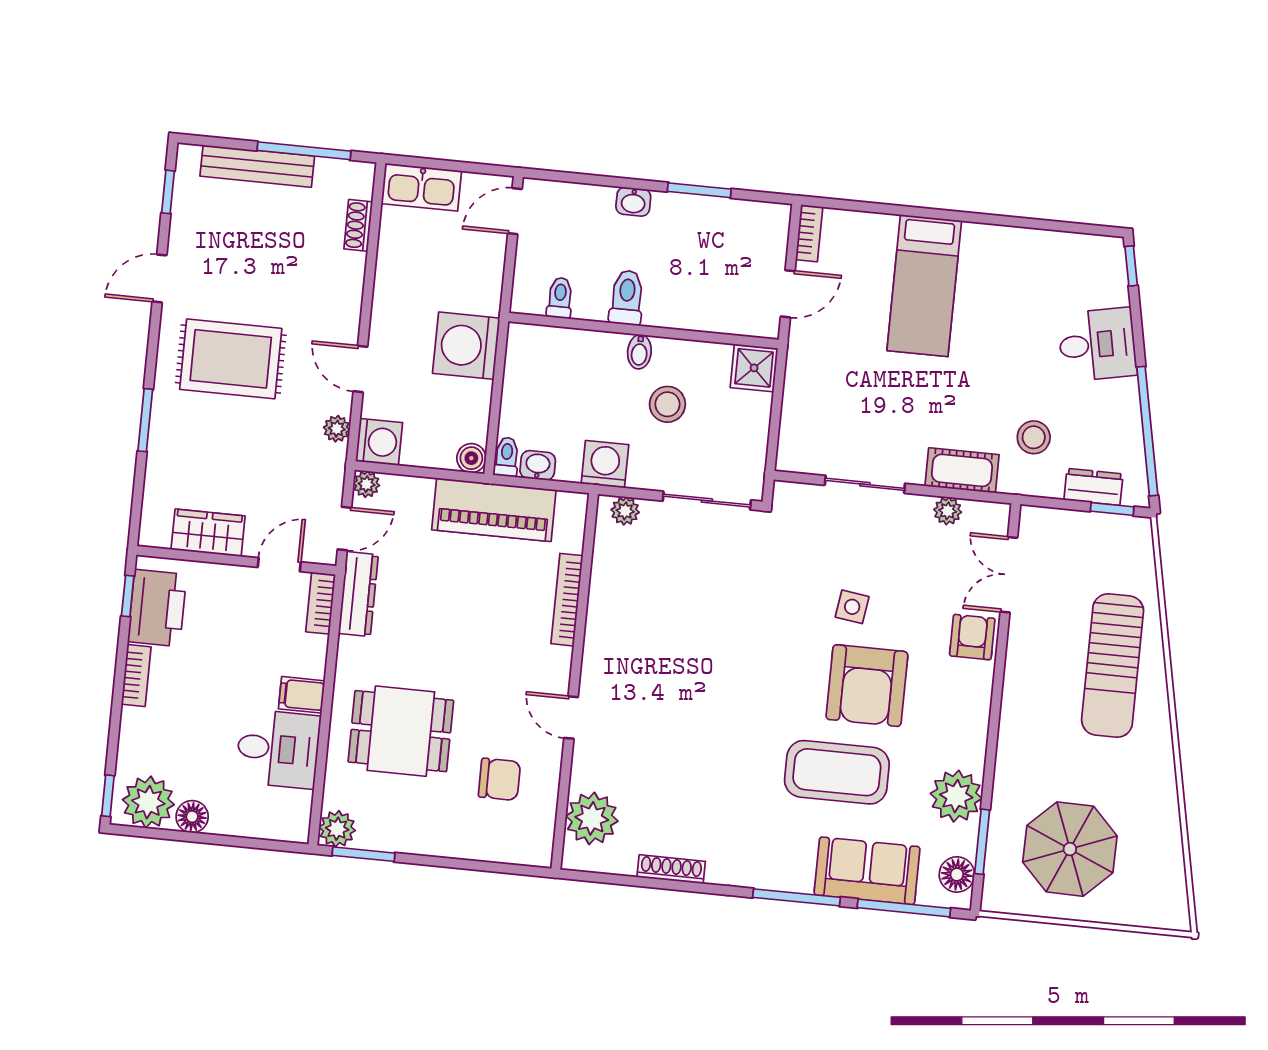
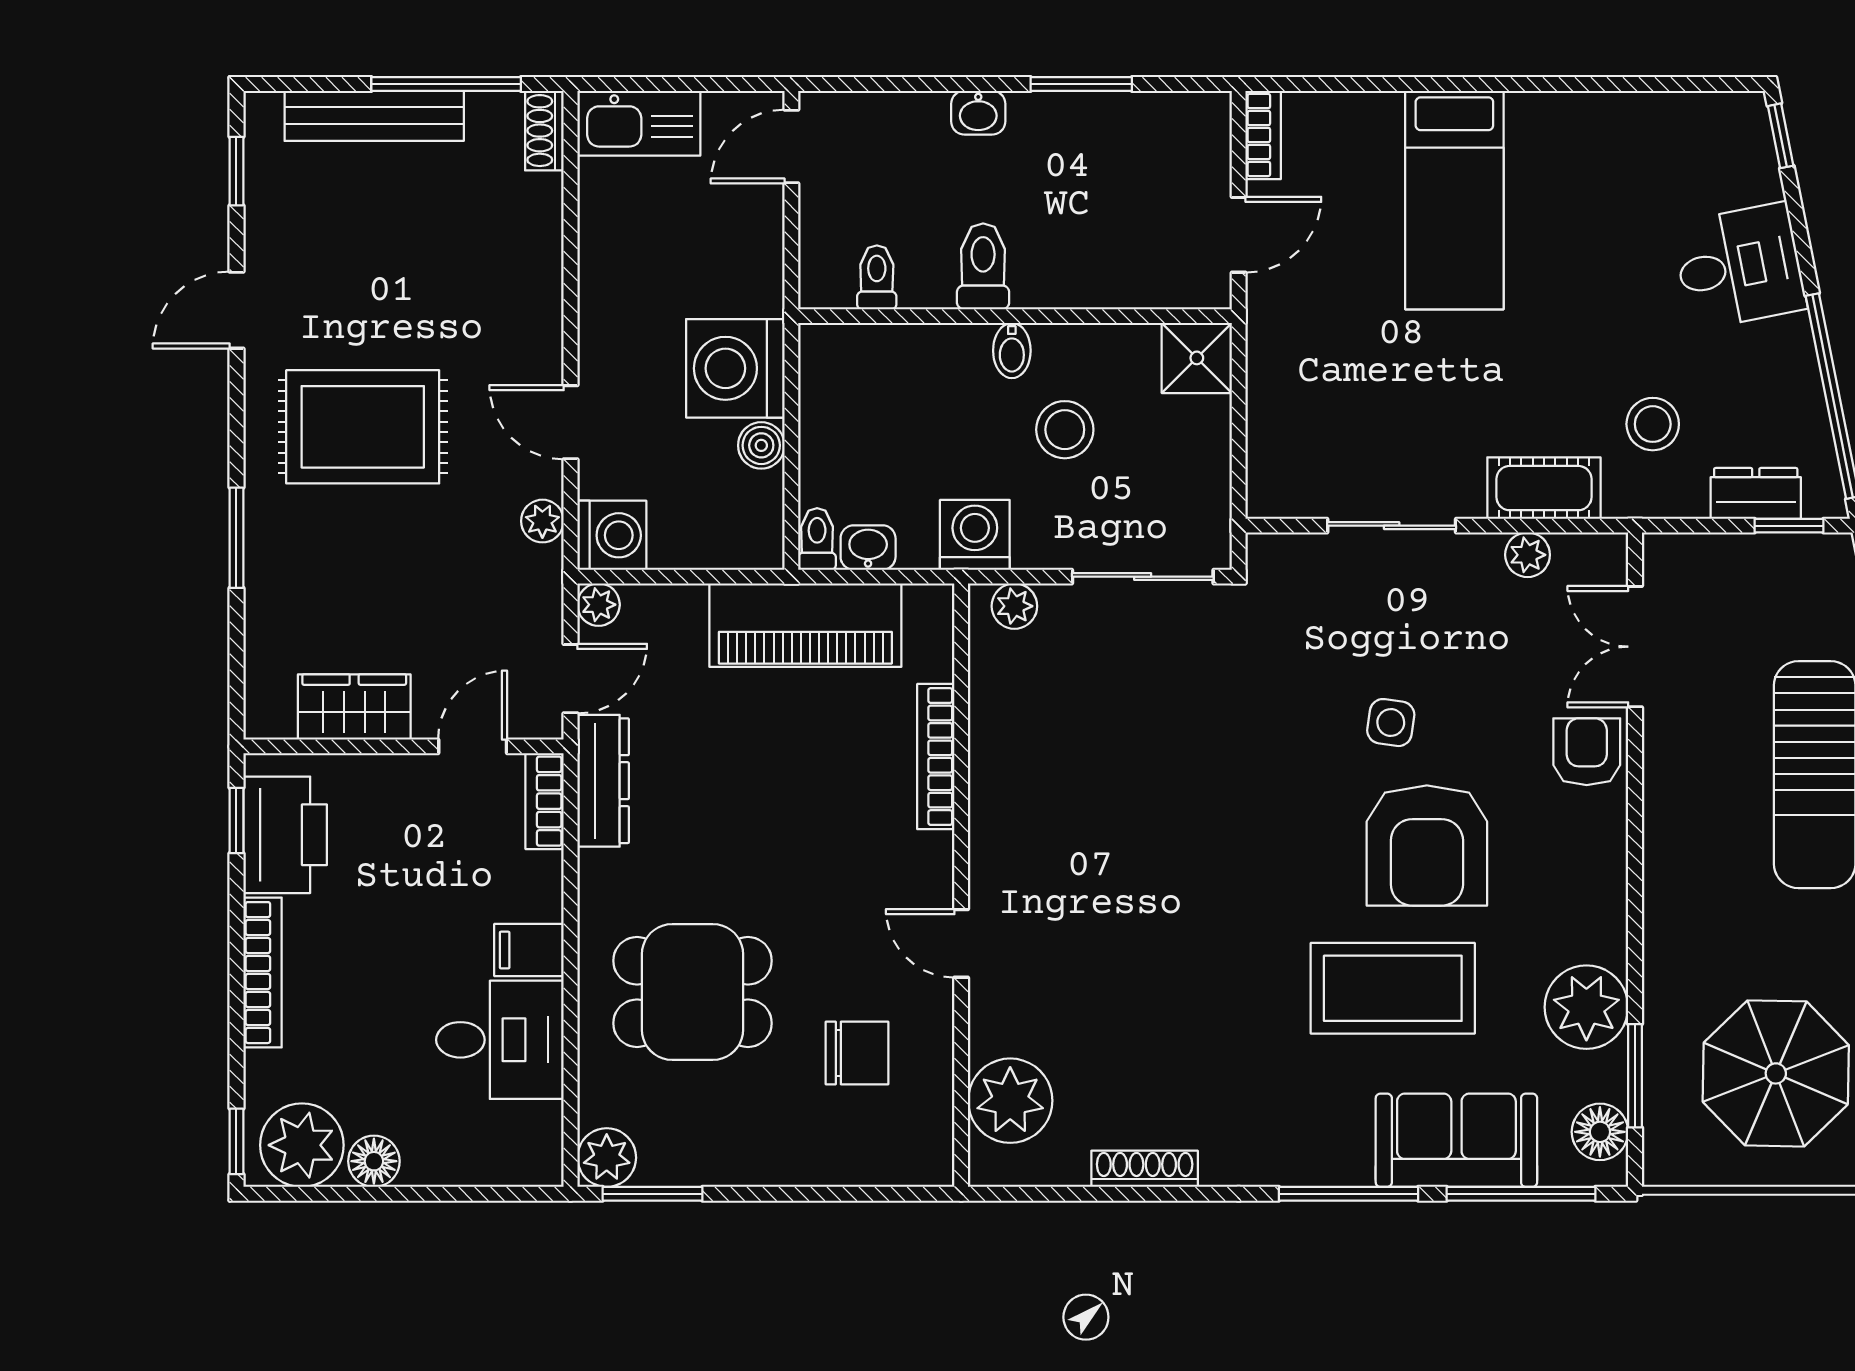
shoe rack: (358, 225) -> (544, 131), moved
boiler: (471, 458) -> (761, 445), moved
bookcase: (136, 675) -> (262, 973), width x1.56

